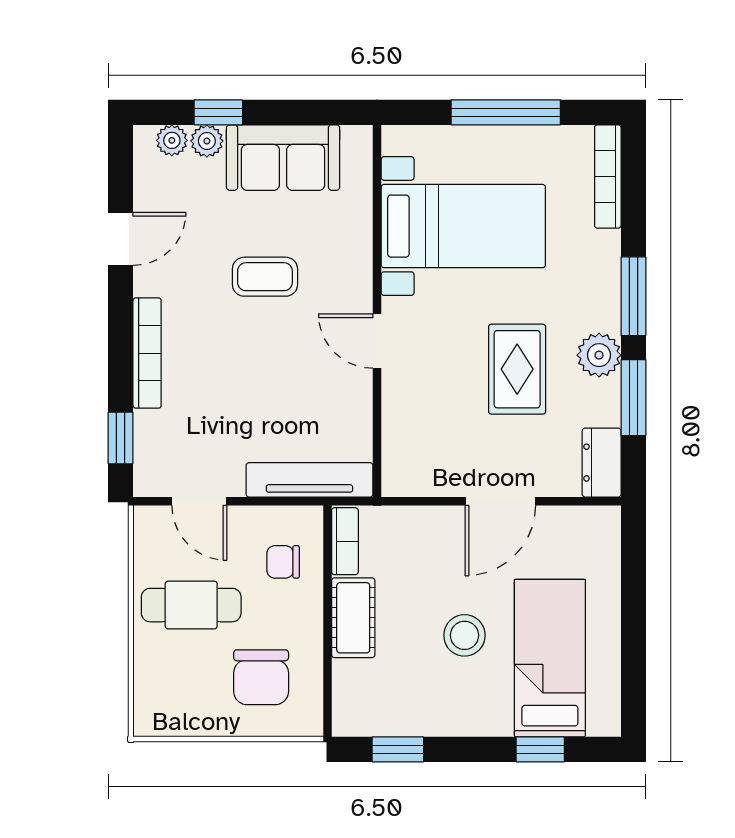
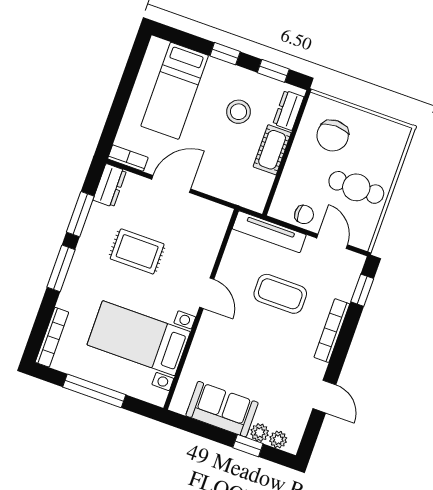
door: (121, 239) -> (324, 397), swing flipped
coffee table: (265, 277) -> (280, 294), moved, width x1.36, depth x1.30
plant: (599, 355) -> (91, 243), removed
rug: (517, 369) -> (137, 251), turned 90
bookcase: (345, 541) -> (128, 158), moved, turned 90
chair: (283, 562) -> (304, 214), moved
stool: (464, 635) -> (238, 112), moved
chair: (261, 677) -> (333, 135), turned 180
dresser: (349, 693) -> (288, 110), added
window: (540, 749) -> (225, 54), moved

